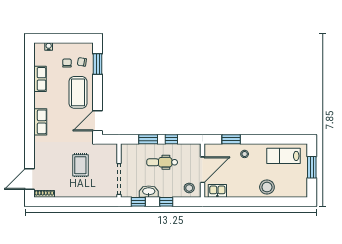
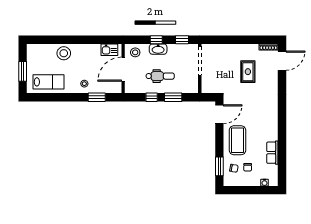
row of seats: (40, 122) -> (272, 113), removed
rug: (80, 165) -> (248, 72), moved
washbasin: (149, 192) -> (158, 49), moved

